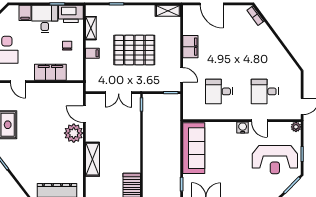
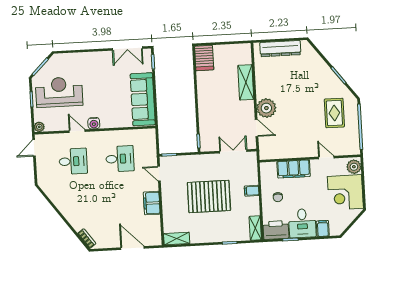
shelving: (91, 28) -> (255, 228), moved
double door: (119, 93) -> (233, 151), moved

